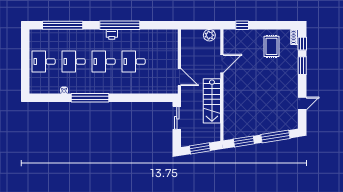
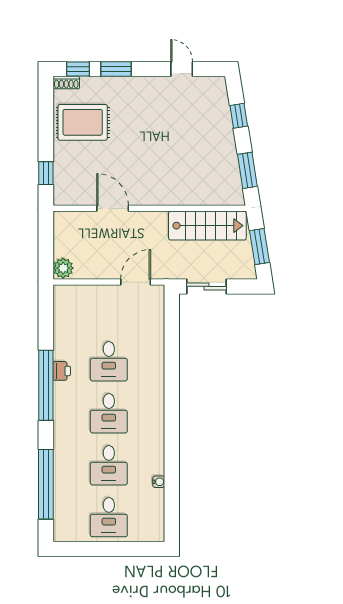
printer: (112, 34) -> (62, 371), moved
plant: (209, 35) -> (63, 268), moved
rug: (271, 46) -> (83, 122), width x1.36, depth x1.43
window: (90, 98) -> (172, 437), removed
stairs: (212, 101) -> (207, 226), moved
window: (275, 136) -> (239, 116), width x0.46

